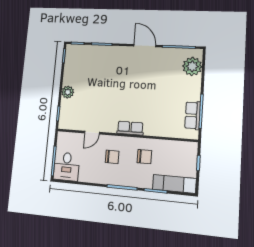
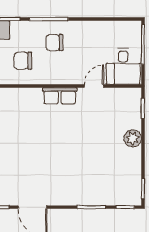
row of seats: (130, 128) -> (60, 96), moved
chair: (112, 157) -> (54, 43), moved
desk: (66, 167) -> (123, 66), moved, turned 180

